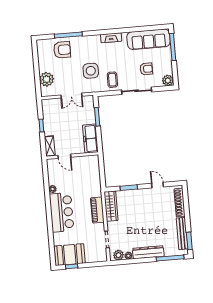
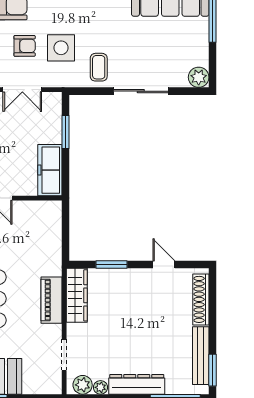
armchair: (146, 69) -> (25, 46), moved

